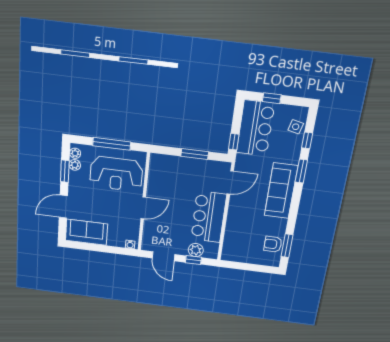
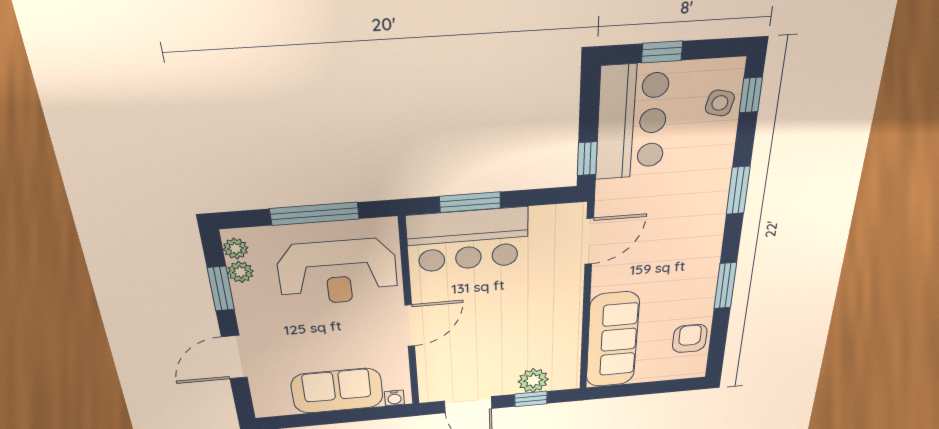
window: (307, 140) -> (751, 95), moved
window: (195, 154) -> (470, 202), moved
sofa: (281, 191) -> (612, 340), moved, turned 180
bar counter: (209, 217) -> (468, 240), moved, turned -90
sofa: (86, 232) -> (337, 391), moved
armchair: (273, 244) -> (690, 338), turned 90
window: (287, 246) -> (725, 286), moved

